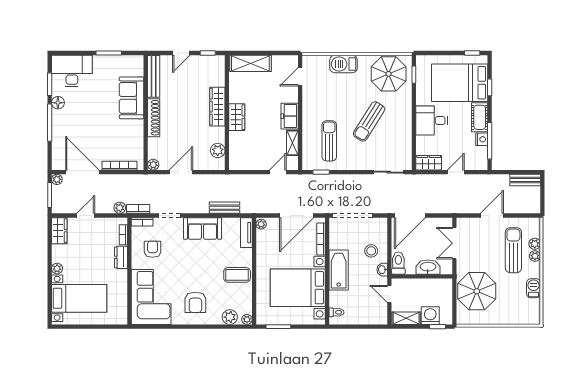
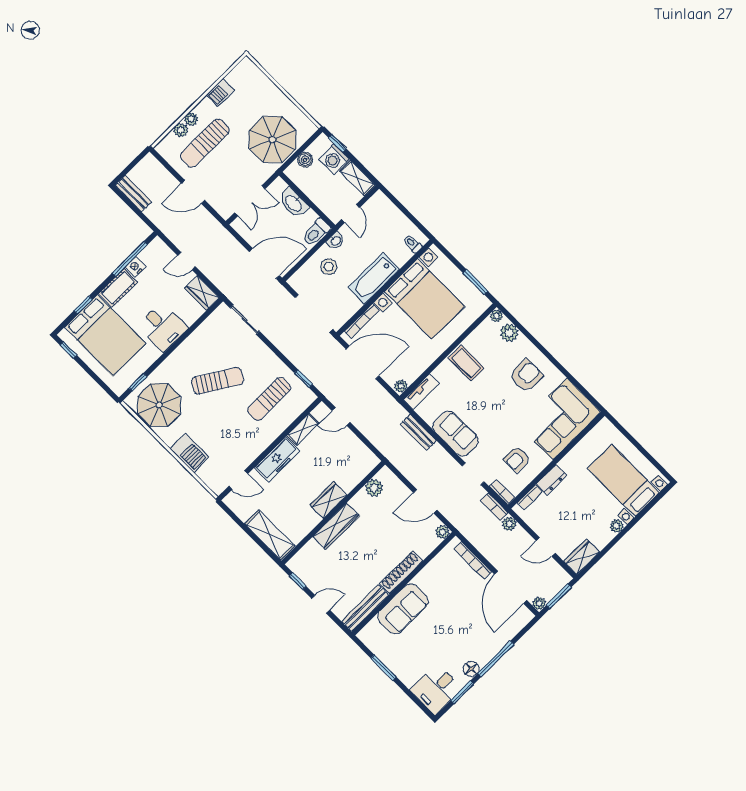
desk: (72, 71) -> (436, 689), width x0.73
freezer: (290, 116) -> (277, 459), width x1.40
boiler: (446, 298) -> (305, 160), added

